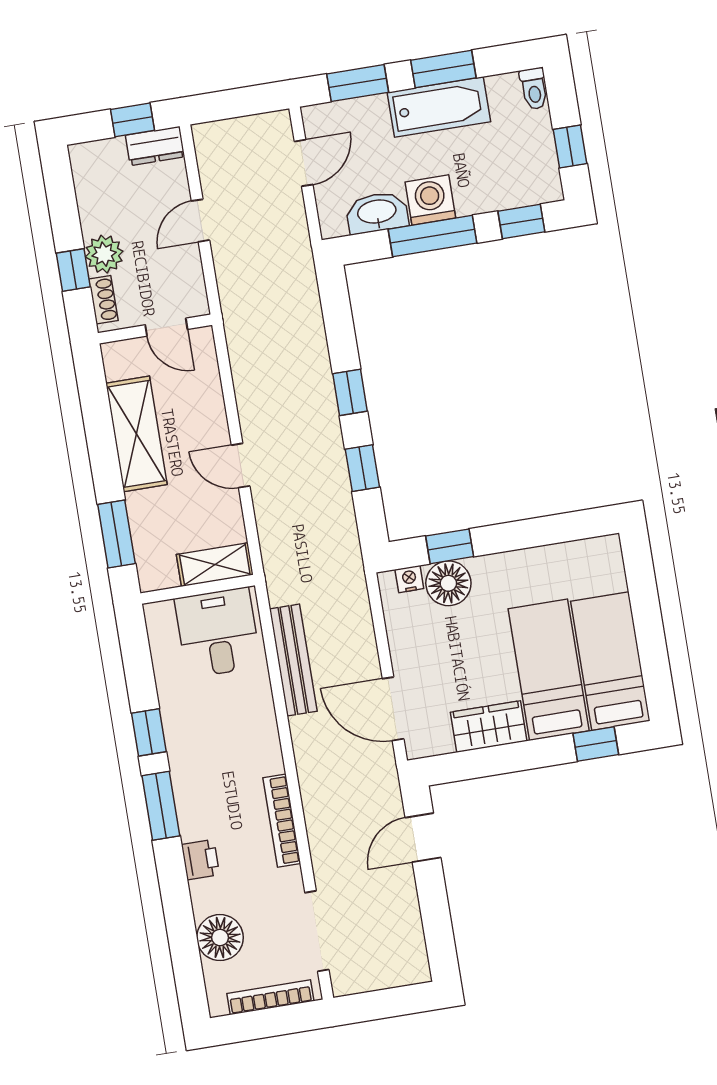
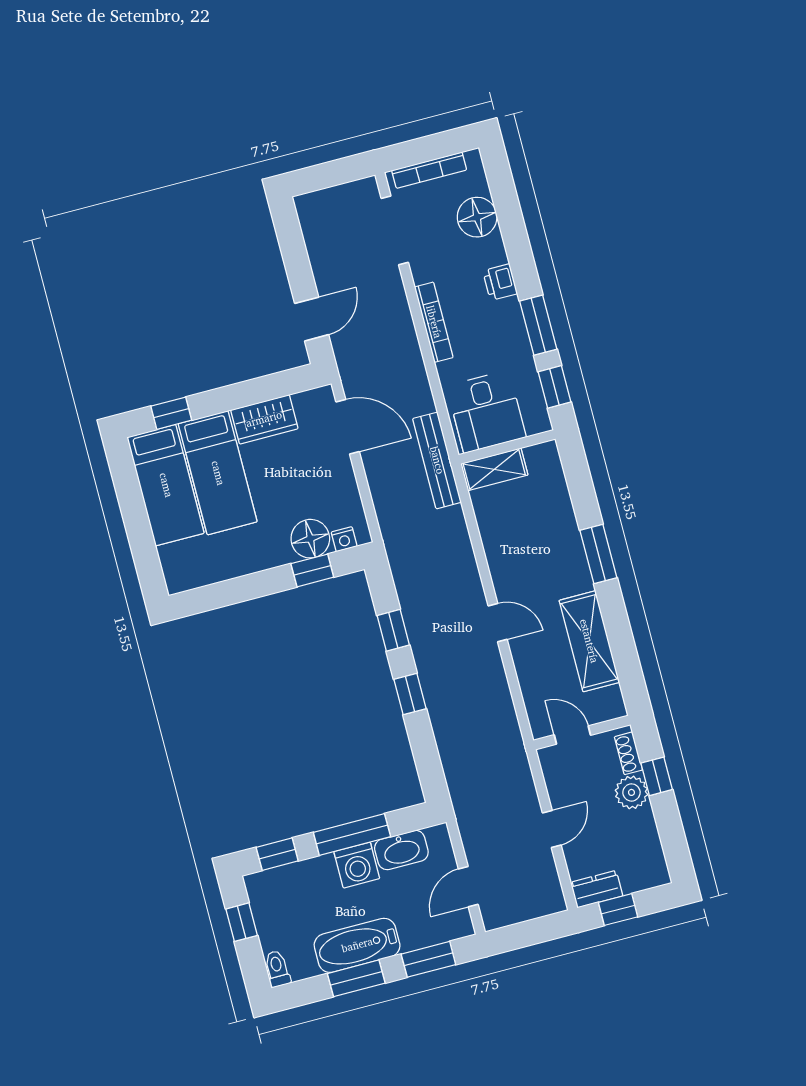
shelving: (215, 565) -> (494, 469), moved
wall: (198, 589) -> (507, 447), moved
desk: (218, 633) -> (486, 412), moved

